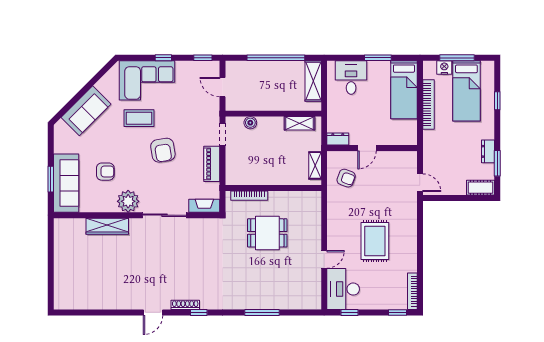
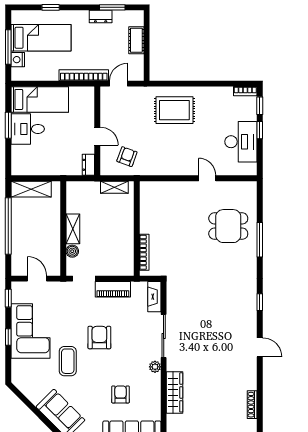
desk: (351, 78) -> (28, 129), moved
corner sofa: (147, 80) -> (30, 331), moved
door: (223, 87) -> (37, 279), swing flipped
bookcase: (428, 104) -> (84, 75), moved
shelving: (299, 123) -> (73, 229), moved
armchair: (163, 150) -> (99, 338), turned -81
door: (420, 183) -> (118, 84), moved
cot: (480, 188) -> (136, 40), moved
plant: (128, 201) -> (155, 367), width x0.53, depth x0.53
dining table: (267, 233) -> (228, 226), moved, turned 90
rug: (375, 241) -> (174, 110), moved
desk: (343, 289) -> (241, 142), moved, turned -90
bookcase: (412, 291) -> (245, 91), width x0.64
shoe rack: (185, 305) -> (252, 405), moved
window: (349, 312) -> (260, 130), moved

